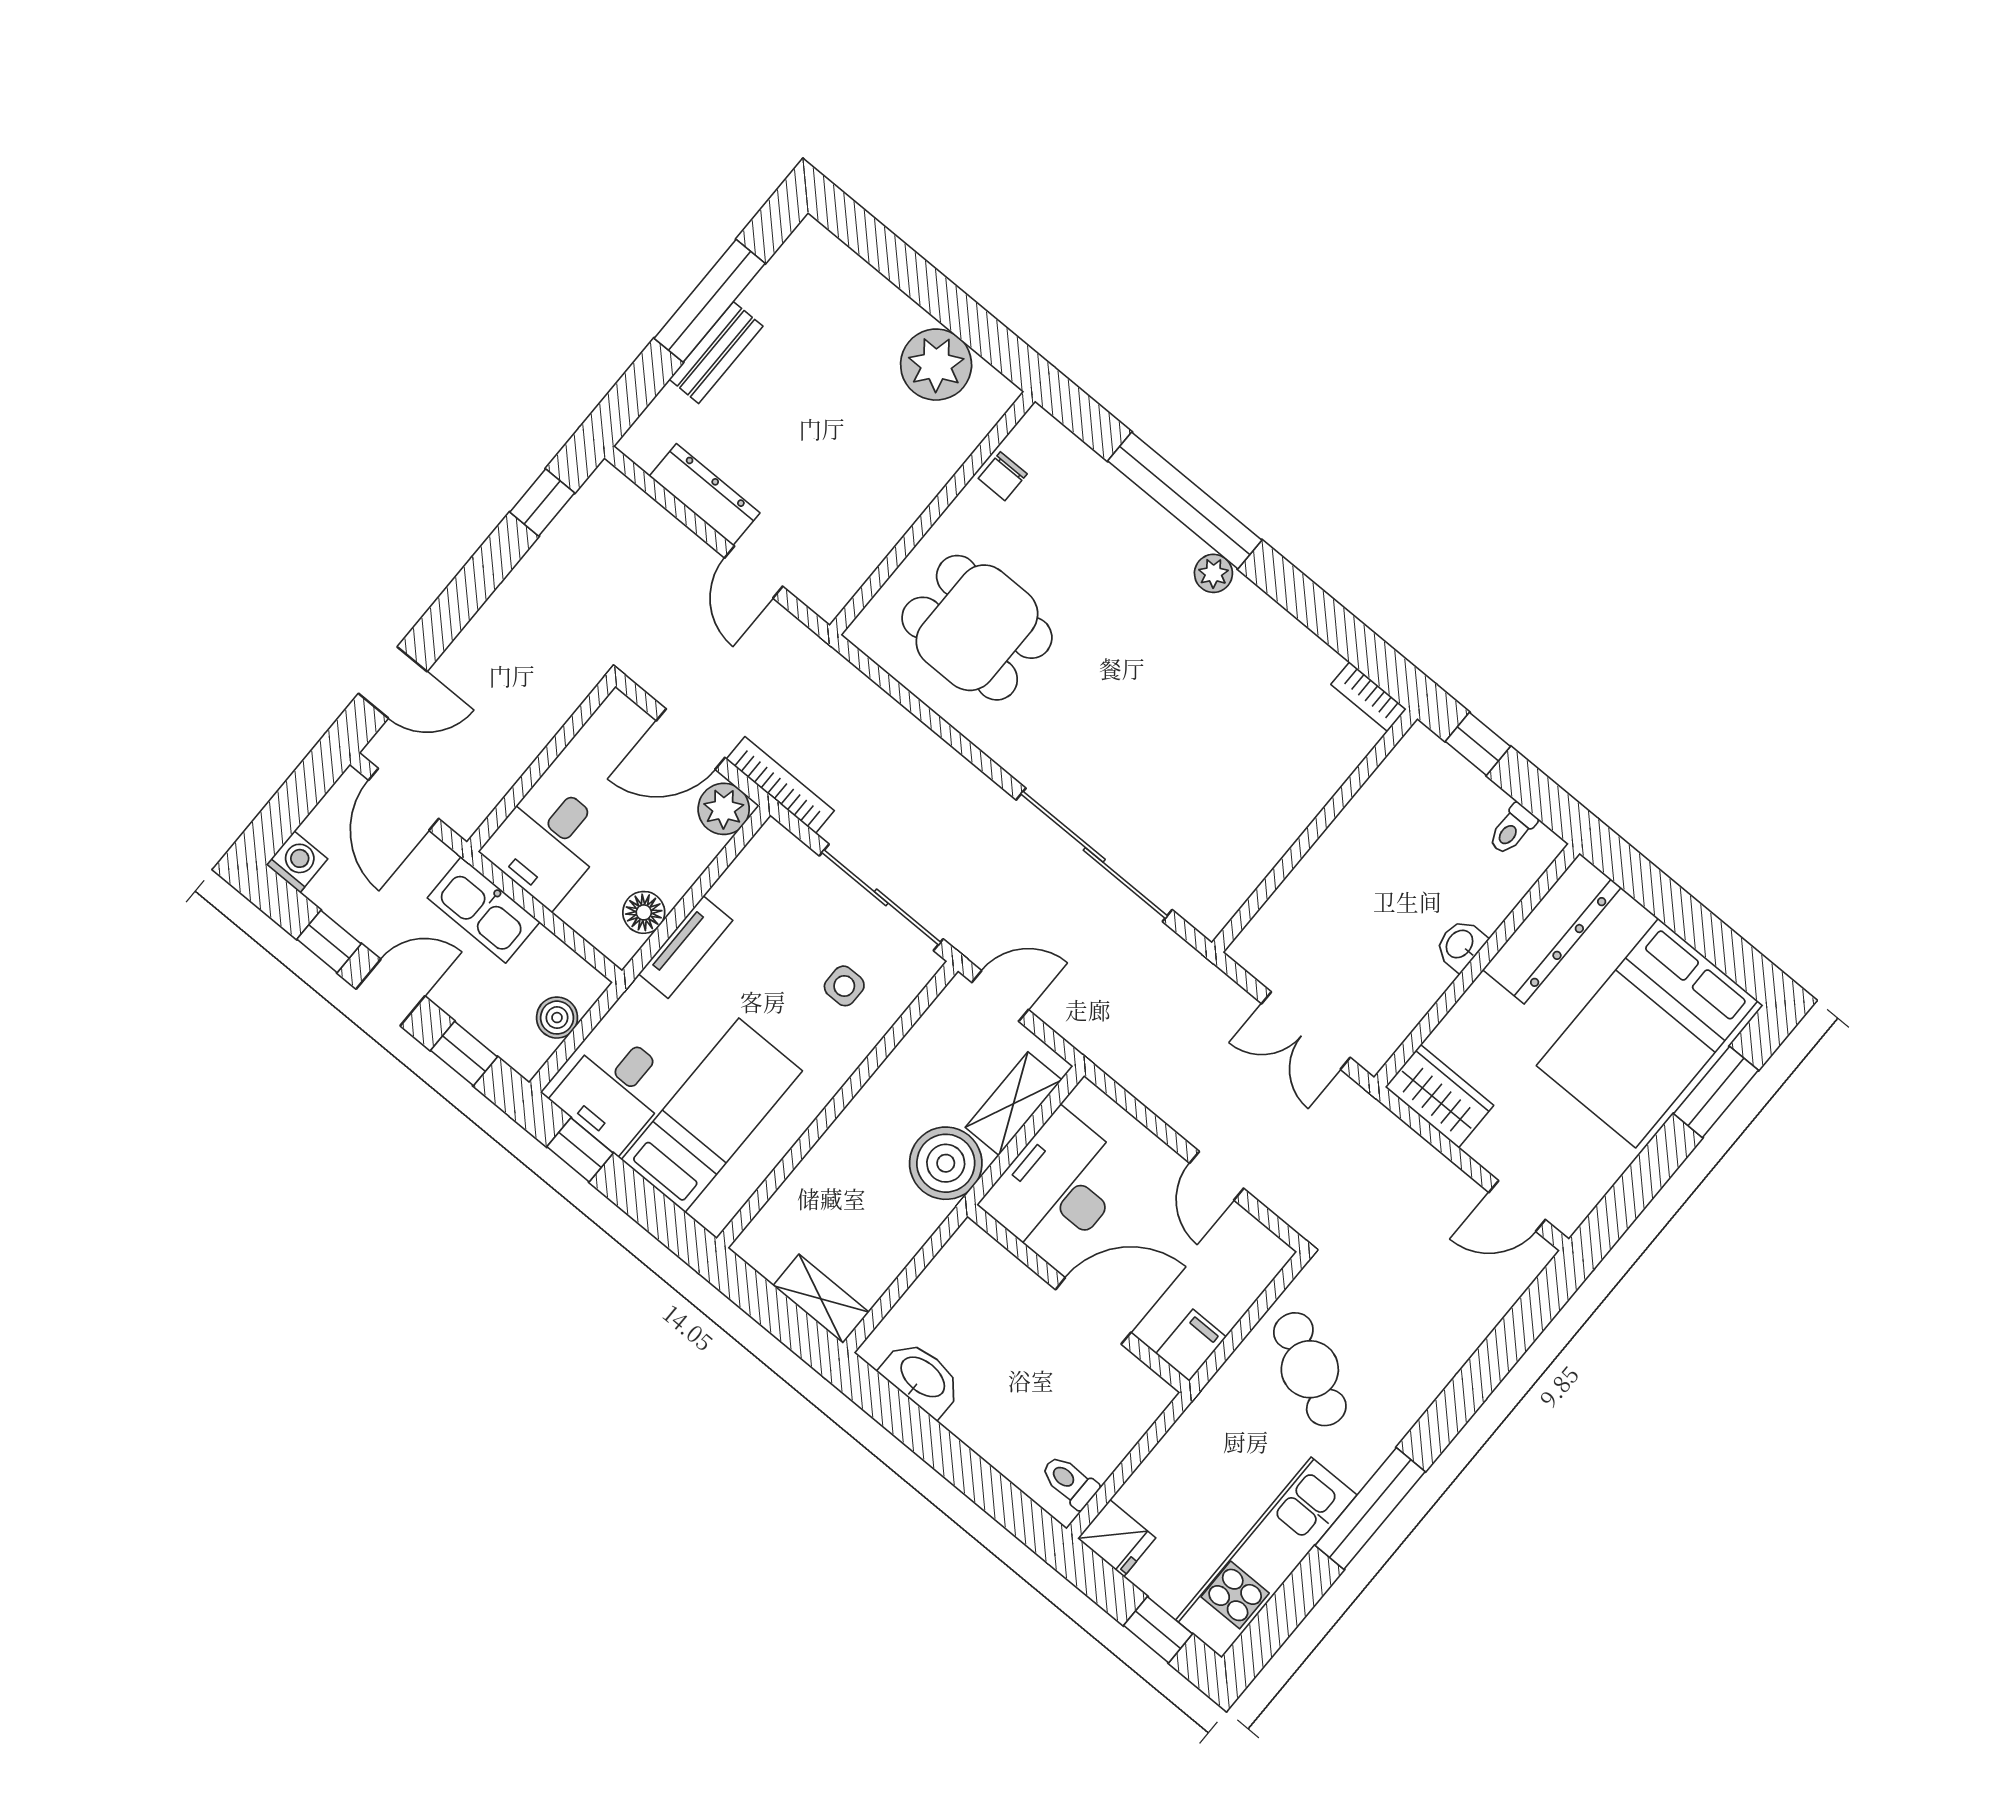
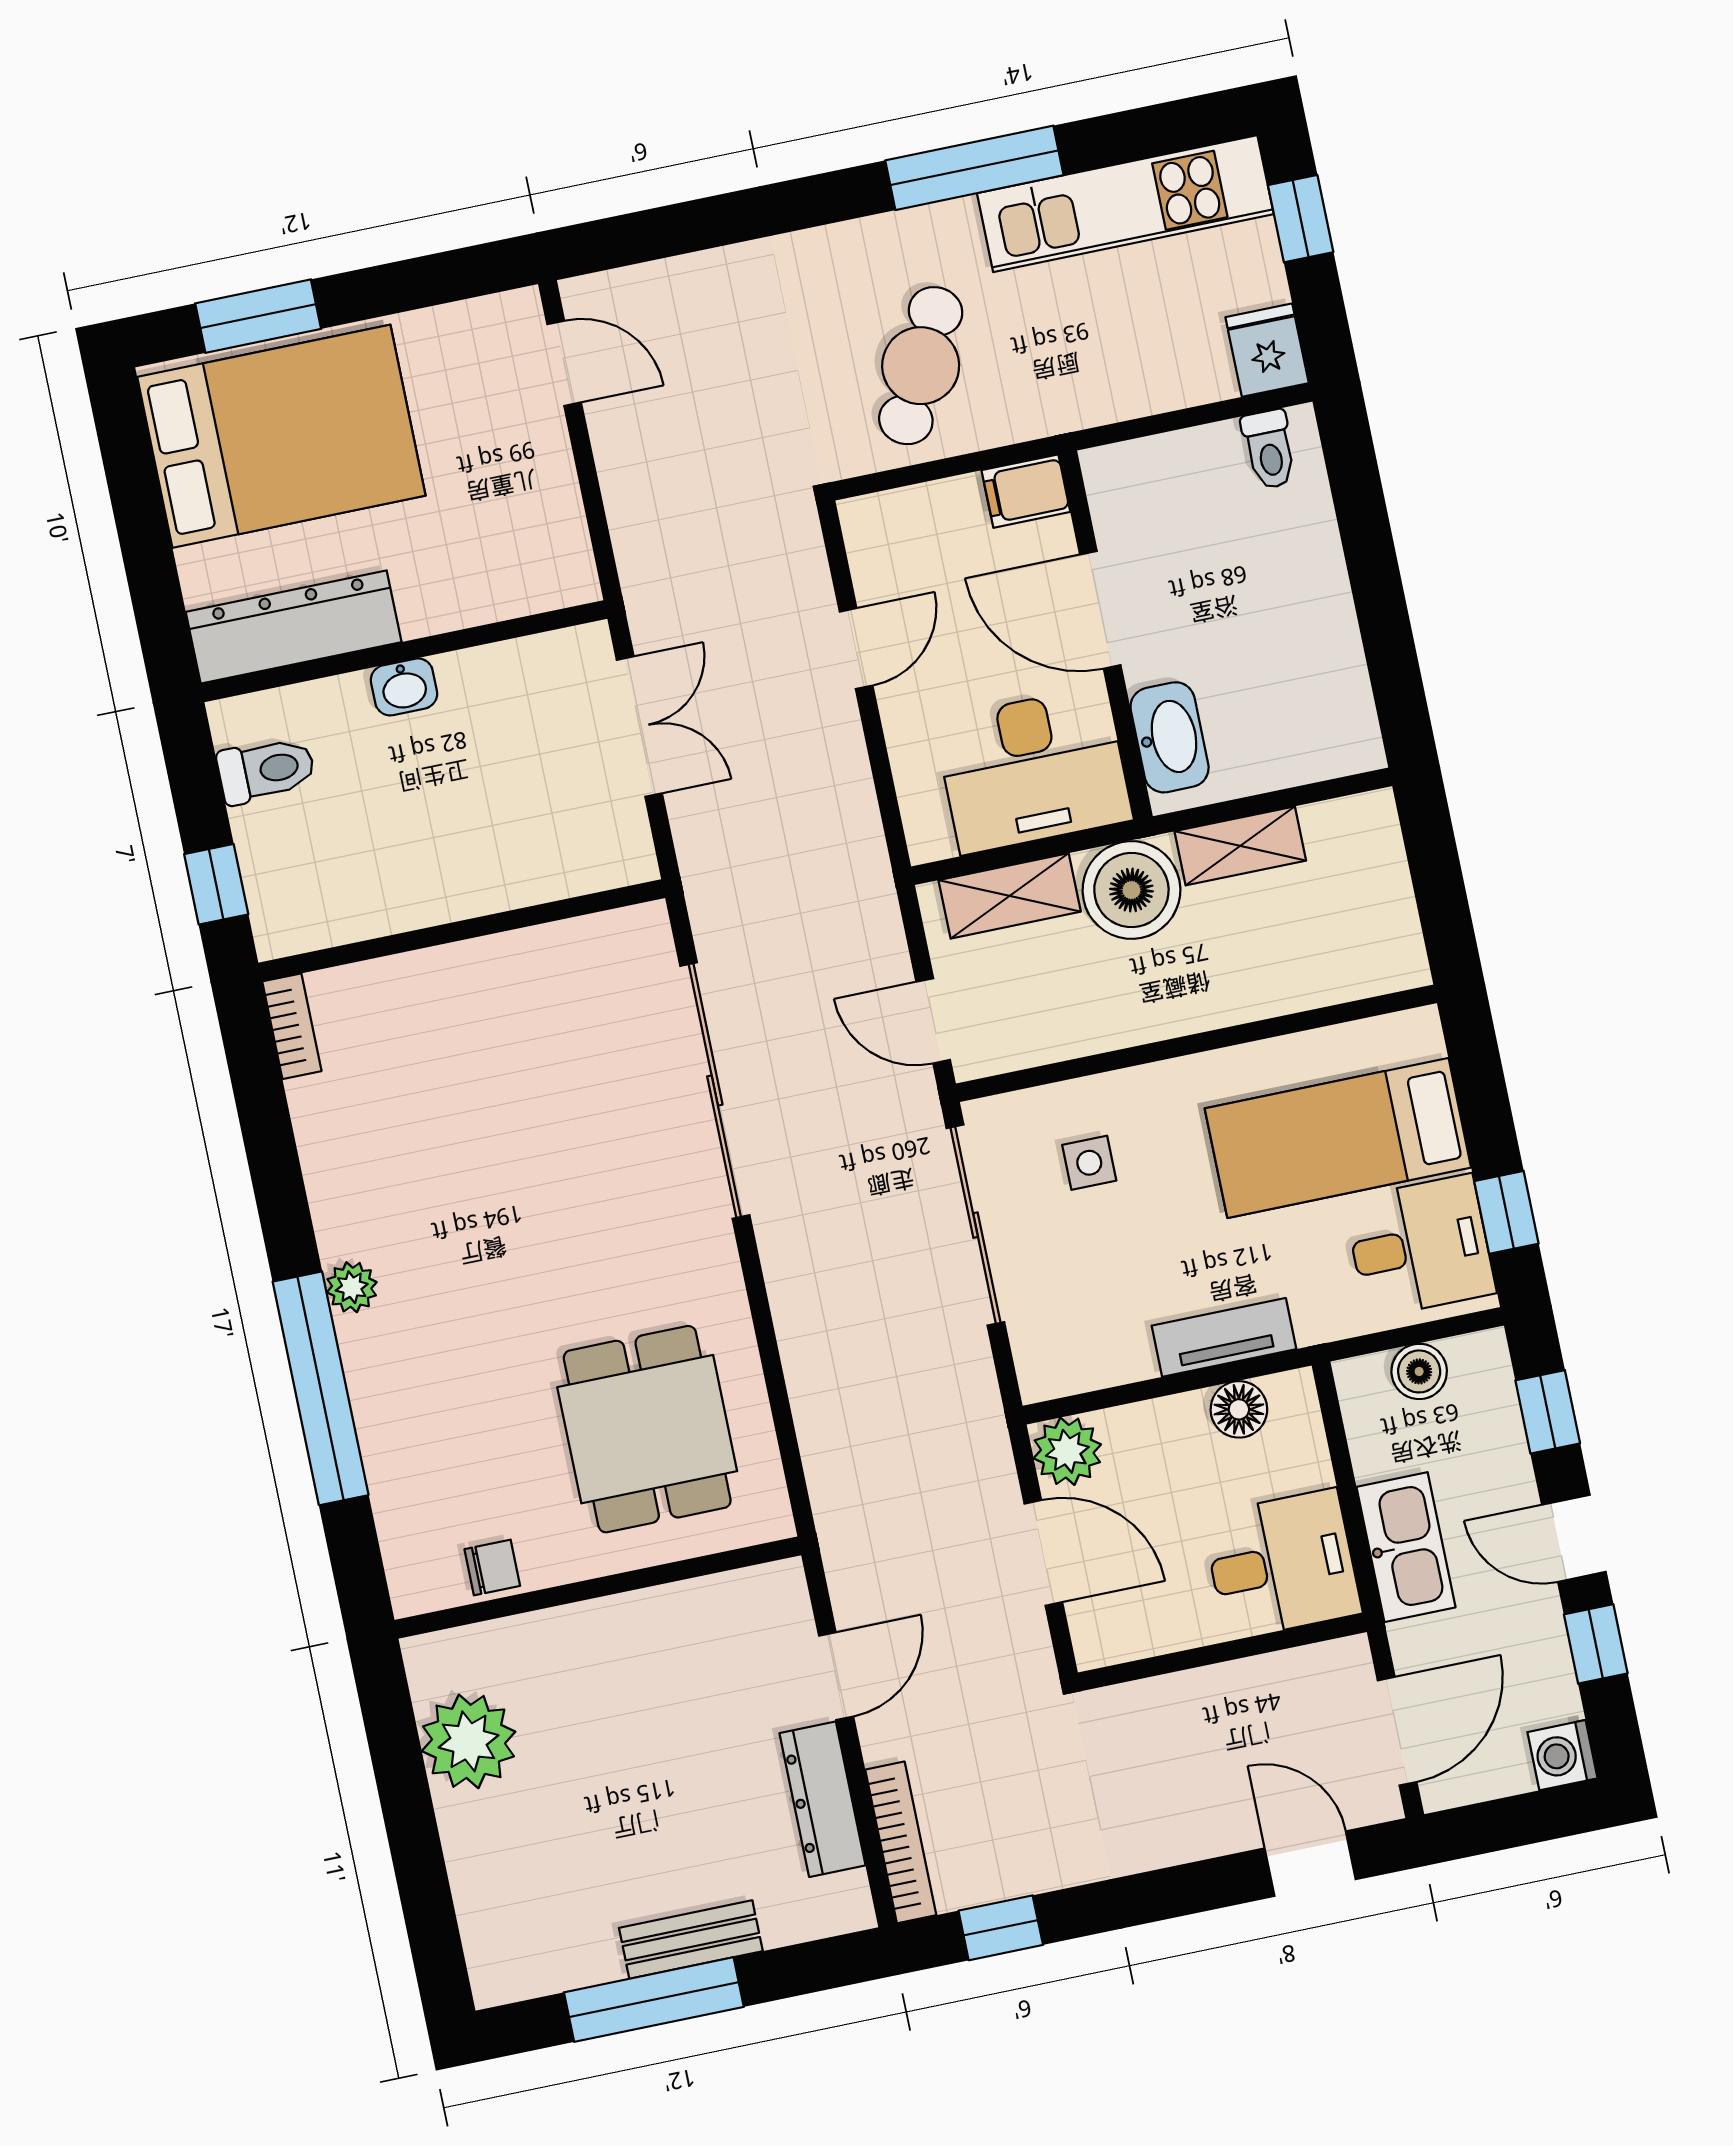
bookcase: (780, 785) -> (901, 1842), moved, turned 180
toilet: (1512, 829) -> (266, 770), width x1.37, depth x1.39
wardrobe: (1439, 1096) -> (554, 545), removed
shelving: (821, 1299) -> (1240, 846), moved, turned 90
washbasin: (922, 1378) -> (1170, 737), moved, turned 180

